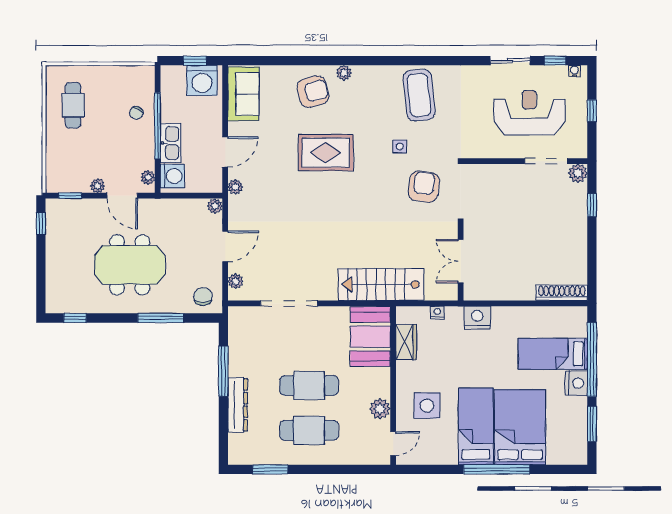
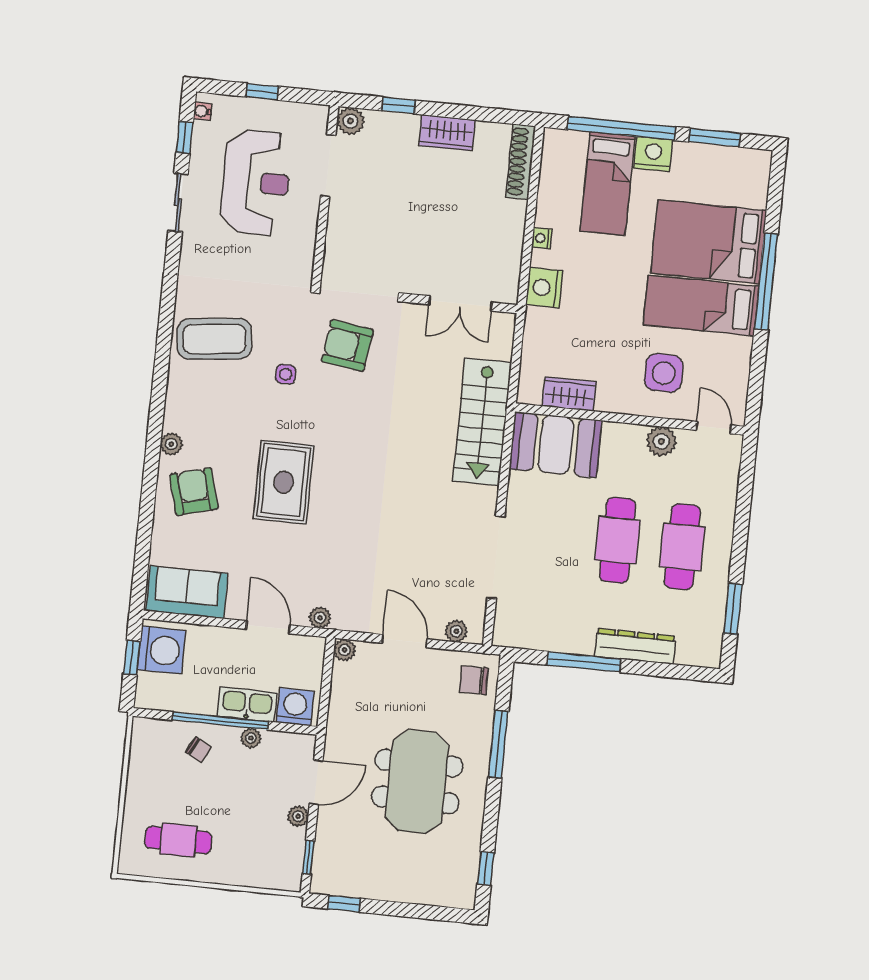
reception desk: (529, 113) -> (256, 182), turned 180
plant: (148, 177) -> (251, 738), moved
wardrobe: (577, 240) -> (447, 133), added
nightstand: (437, 313) -> (542, 238), moved

